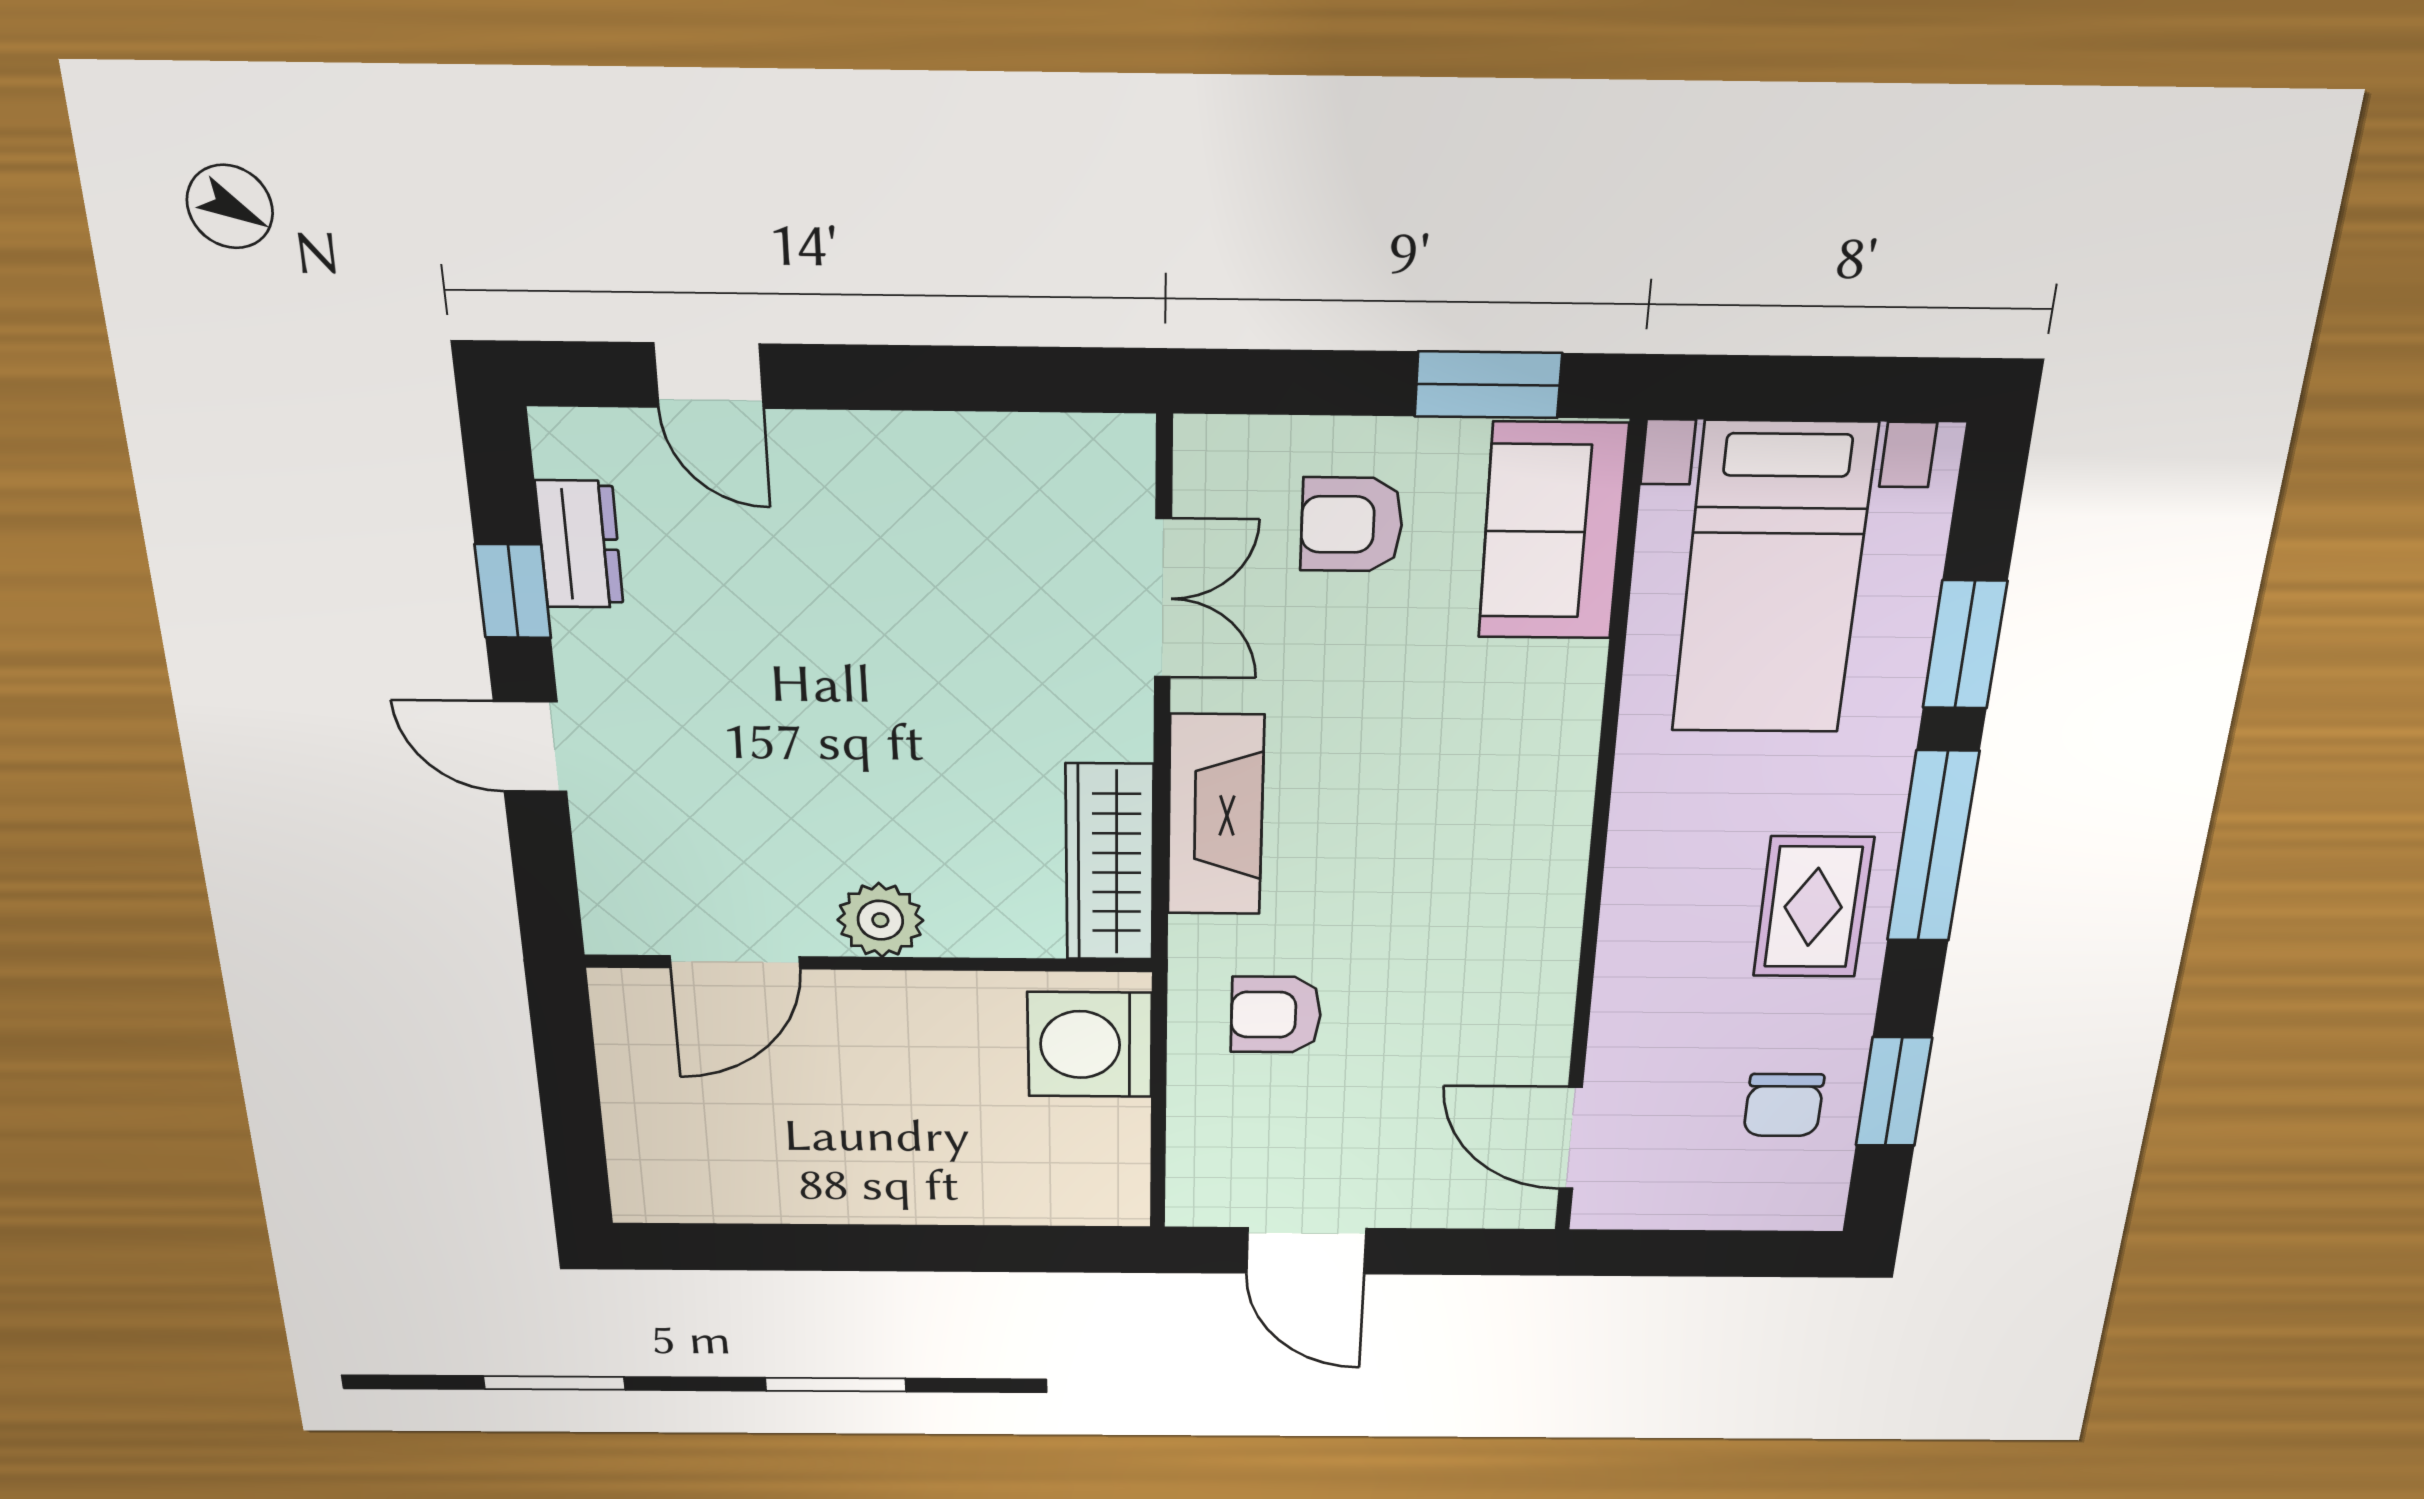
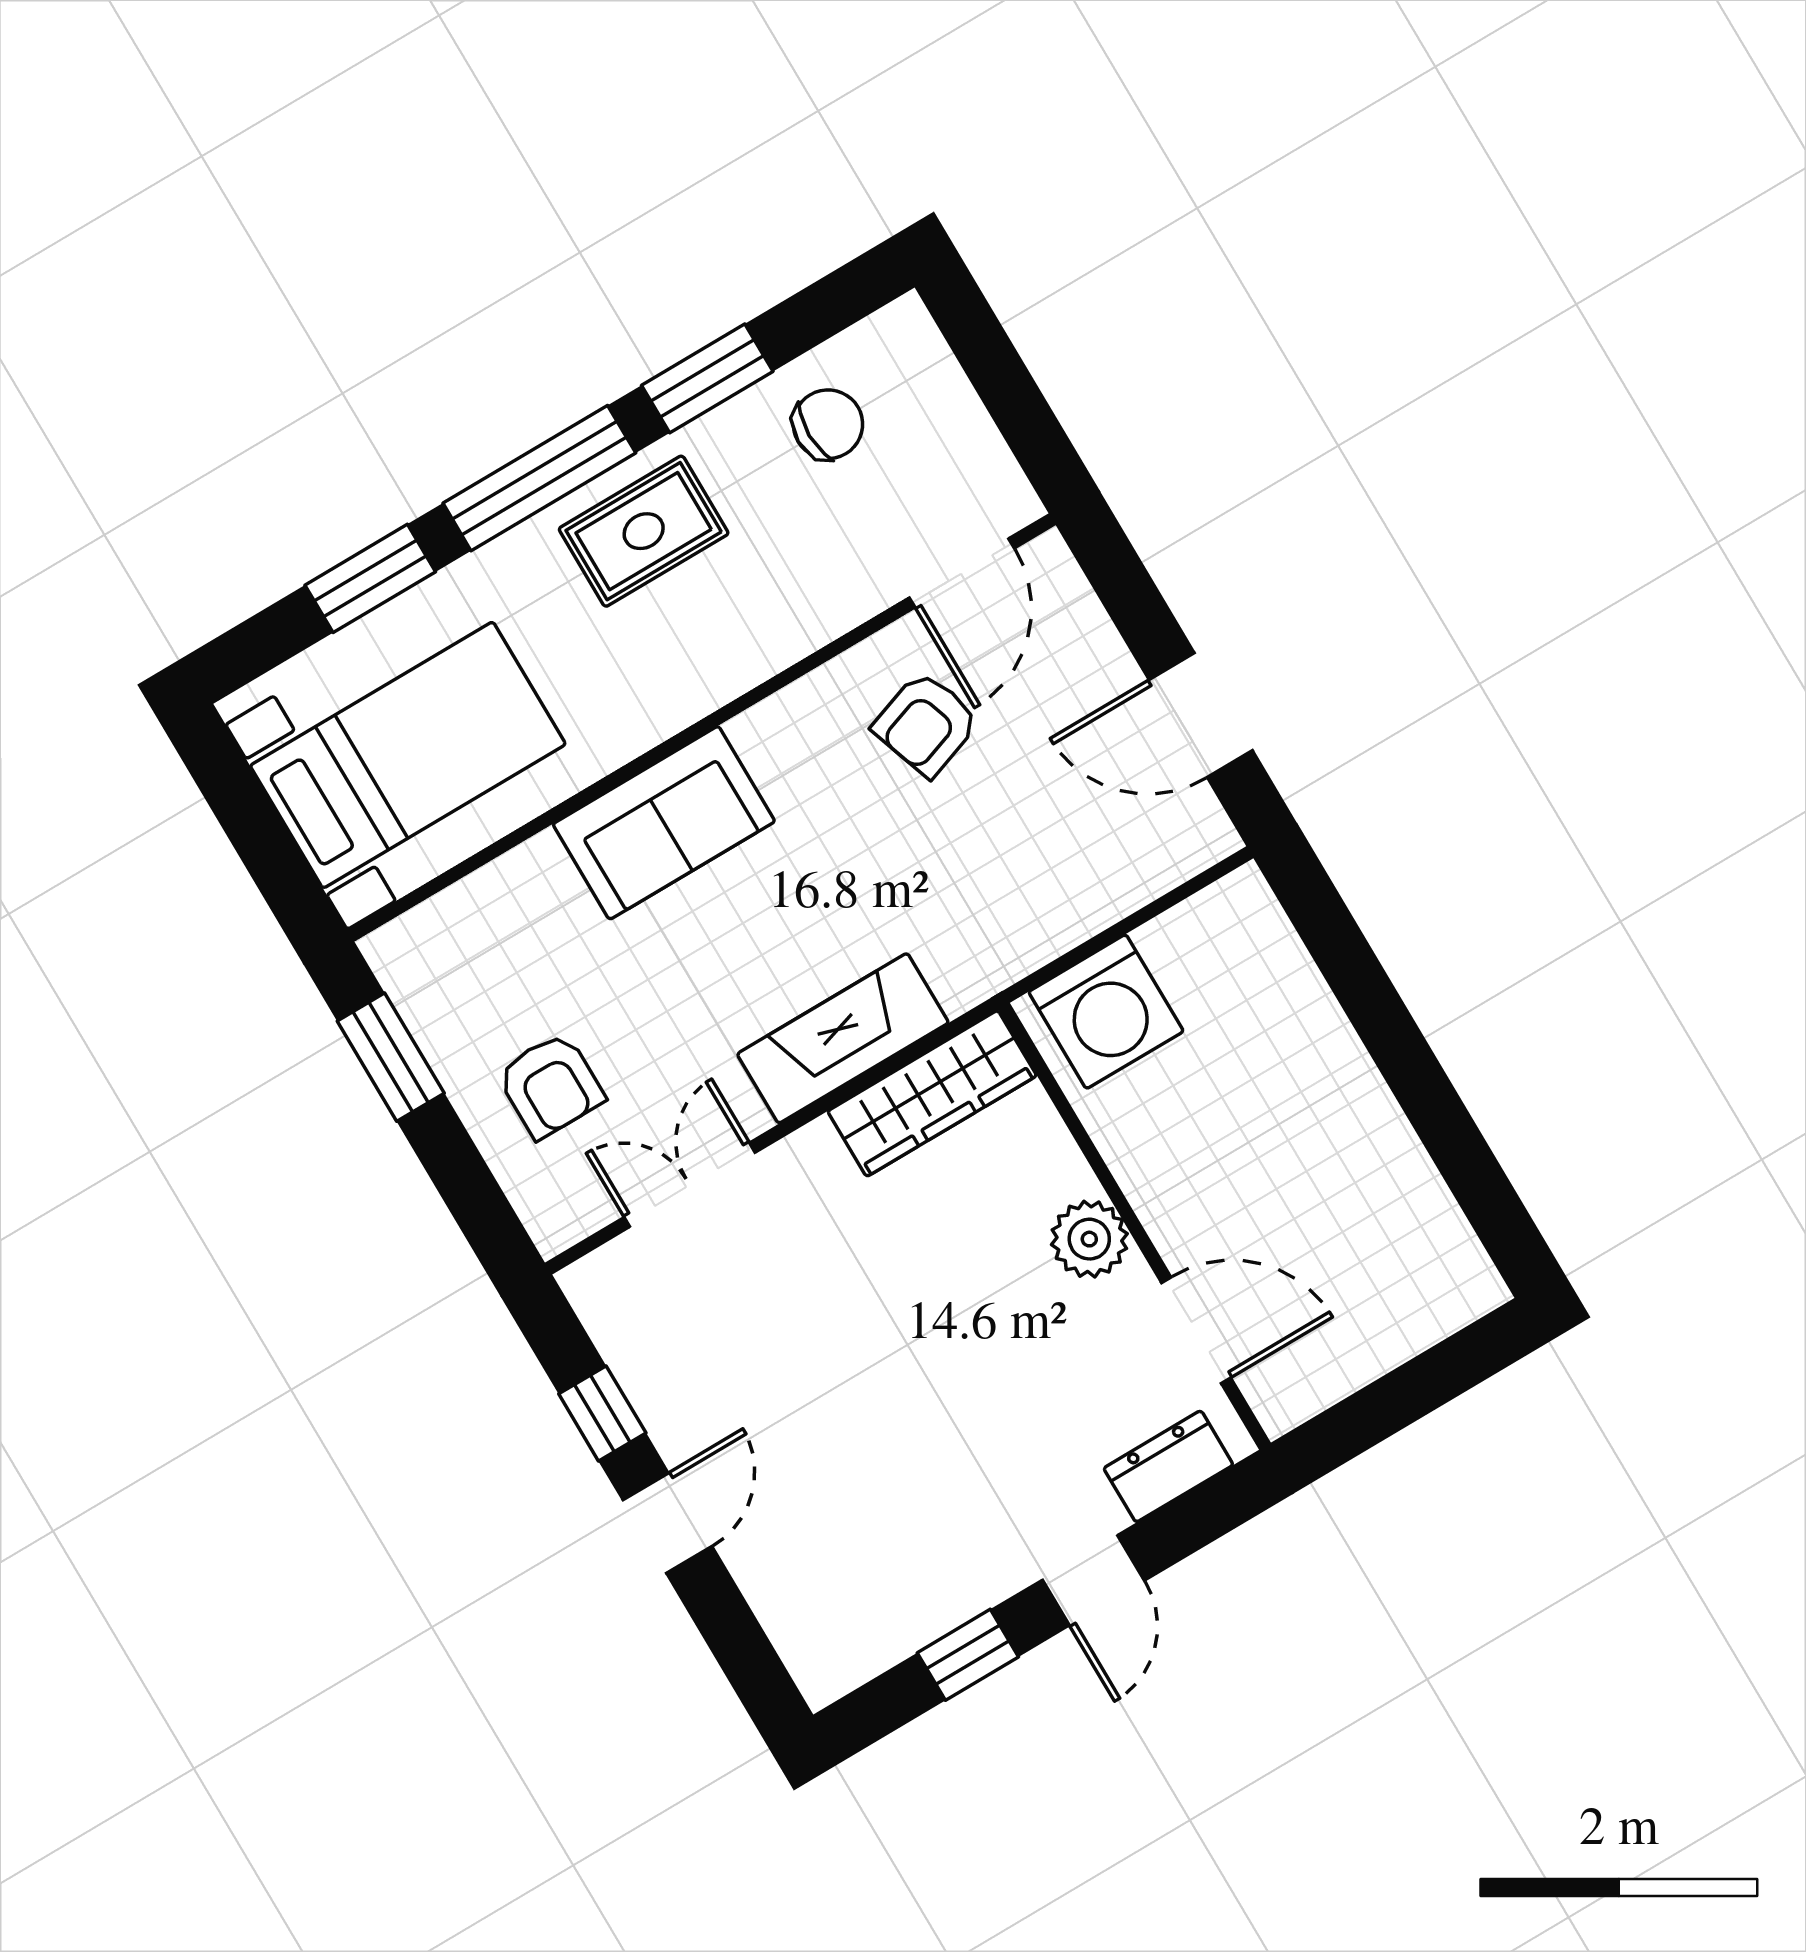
door: (709, 376) -> (667, 1523), moved
window: (977, 379) -> (602, 1413), added
sofa: (1553, 532) -> (664, 823), moved
dresser: (579, 544) -> (1168, 1466), moved
armchair: (1276, 1015) -> (926, 724), moved, turned 71
window: (1894, 1092) -> (707, 378), moved
door: (1306, 1251) -> (1201, 715), swing flipped

